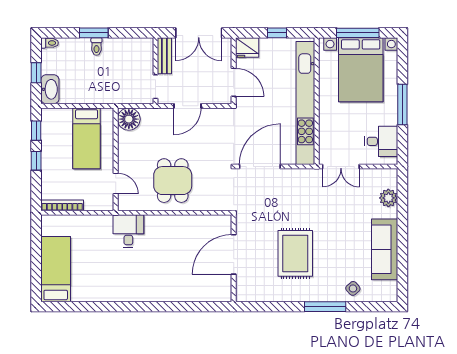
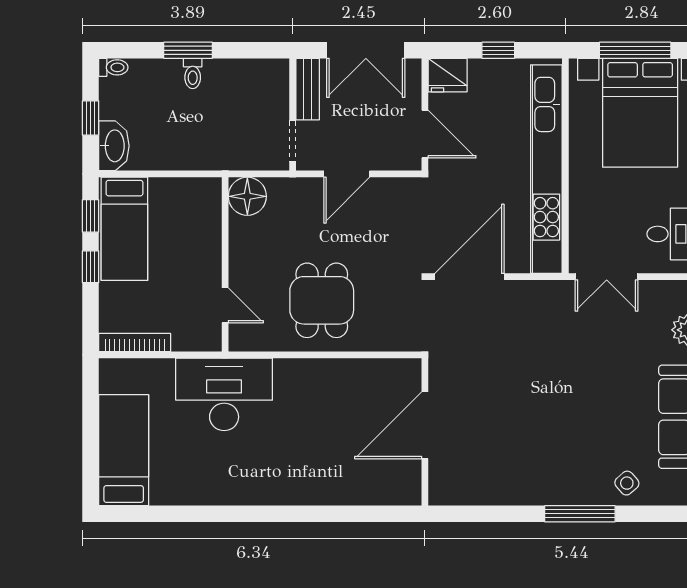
bed: (87, 138) -> (124, 229), moved
desk: (128, 231) -> (224, 394), width x1.87, depth x1.30
rug: (295, 253) -> (529, 424), removed

